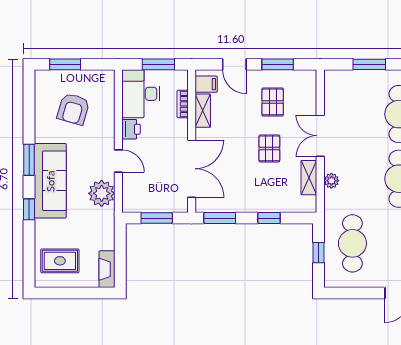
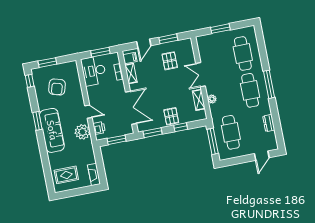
door: (234, 64) -> (144, 44), hinge flipped
printer: (131, 129) -> (99, 128), moved
pallet: (269, 148) -> (171, 116), moved
window: (29, 209) -> (30, 81), moved
window: (318, 253) -> (213, 141), width x2.17

